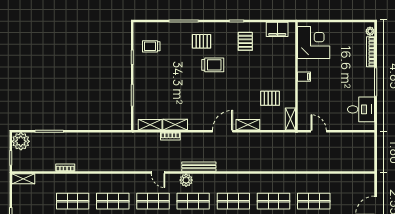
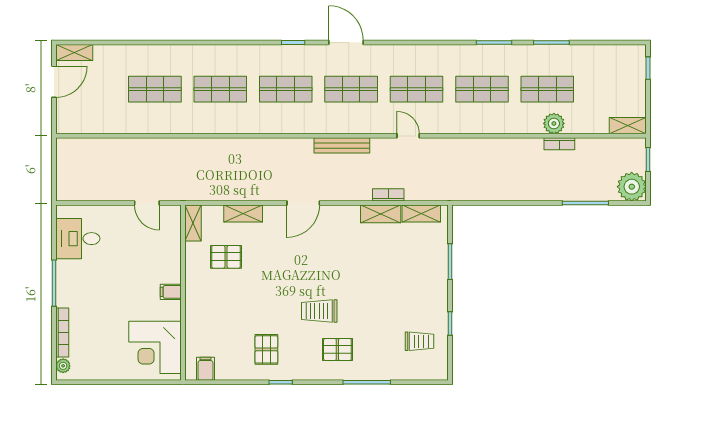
filing cabinet: (277, 29) -> (205, 369), width x0.50
shelving: (248, 125) -> (243, 214), moved
plant: (186, 180) -> (554, 123), moved

